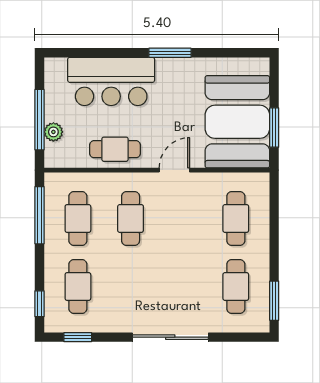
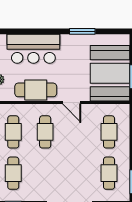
window: (170, 53) -> (82, 31), moved
cafe table: (115, 149) -> (36, 90), width x1.37, depth x1.35
door: (174, 170) -> (72, 103), swing flipped

